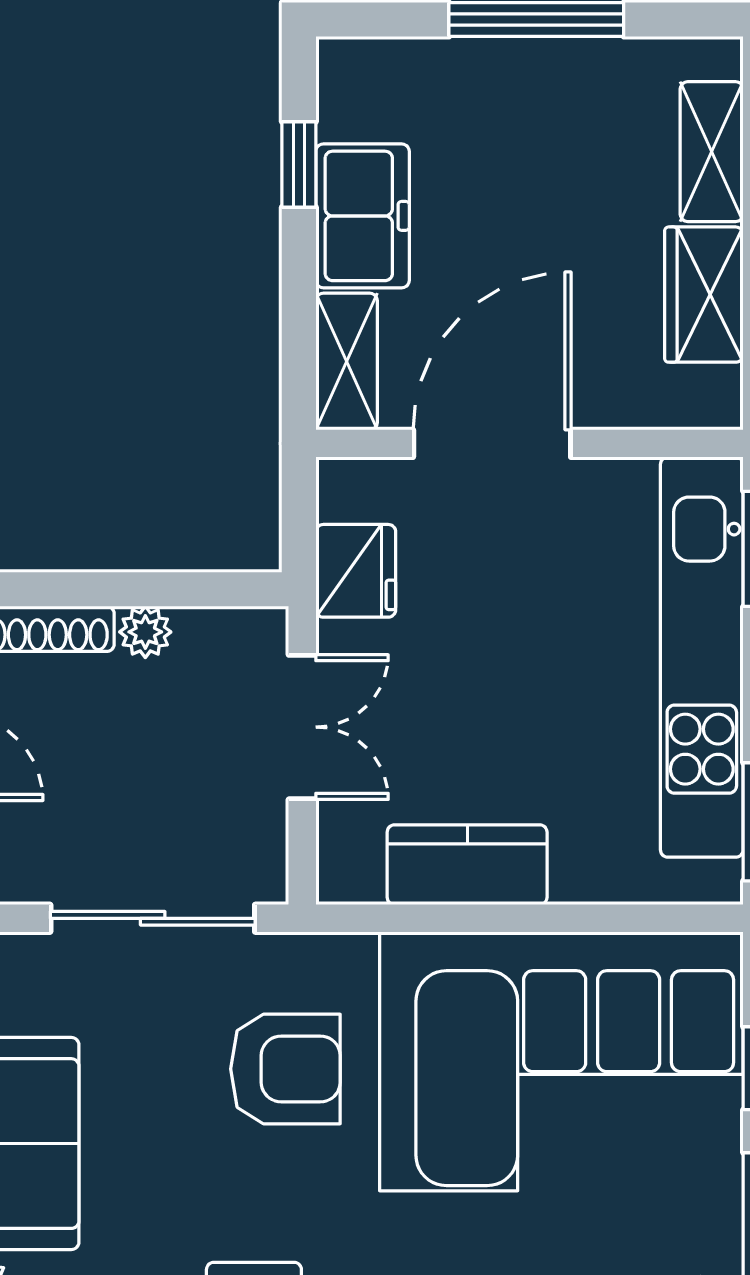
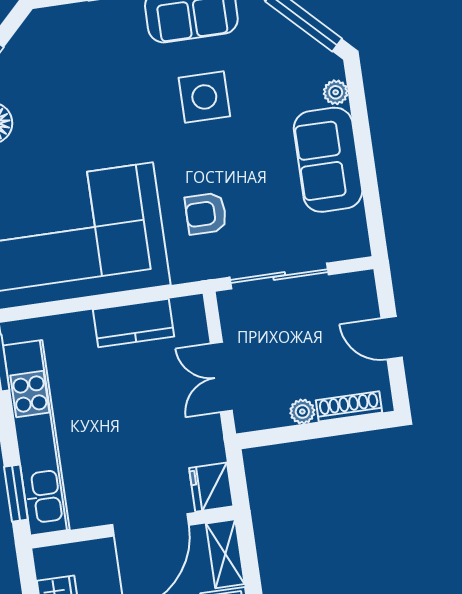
fridge: (356, 571) -> (211, 487), moved
armchair: (285, 1069) -> (206, 214), width x0.72, depth x0.72

